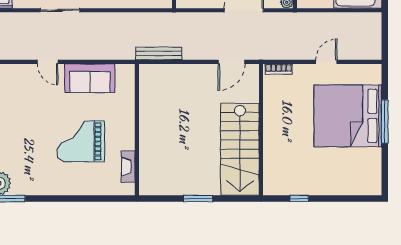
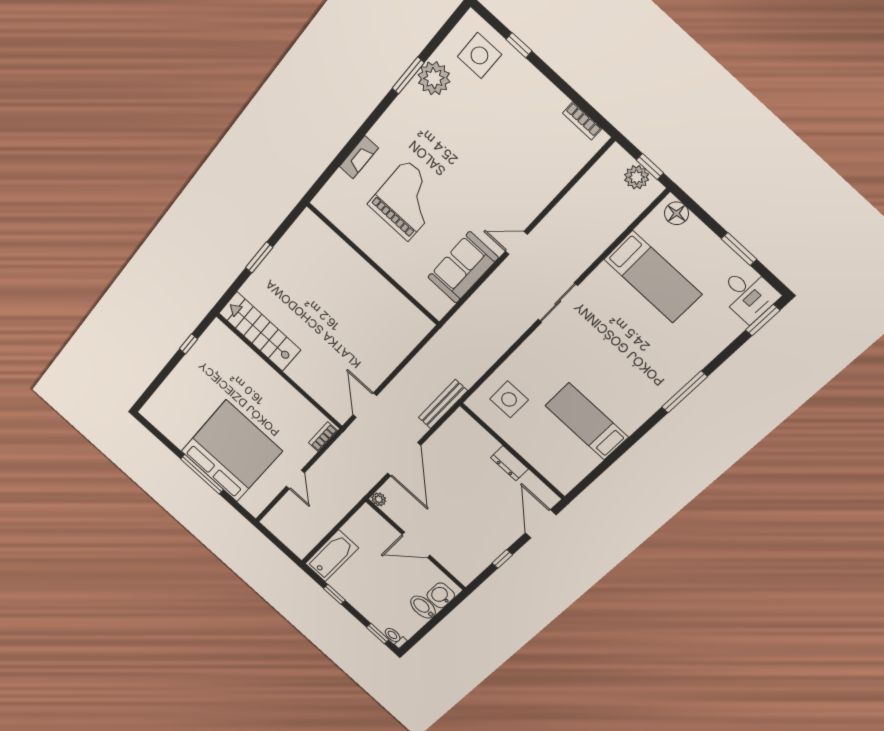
bench: (159, 53) -> (443, 404), moved
stairs: (240, 149) -> (260, 332), width x0.73, depth x0.66
fireplace: (128, 167) -> (359, 157), moved, turned 90

